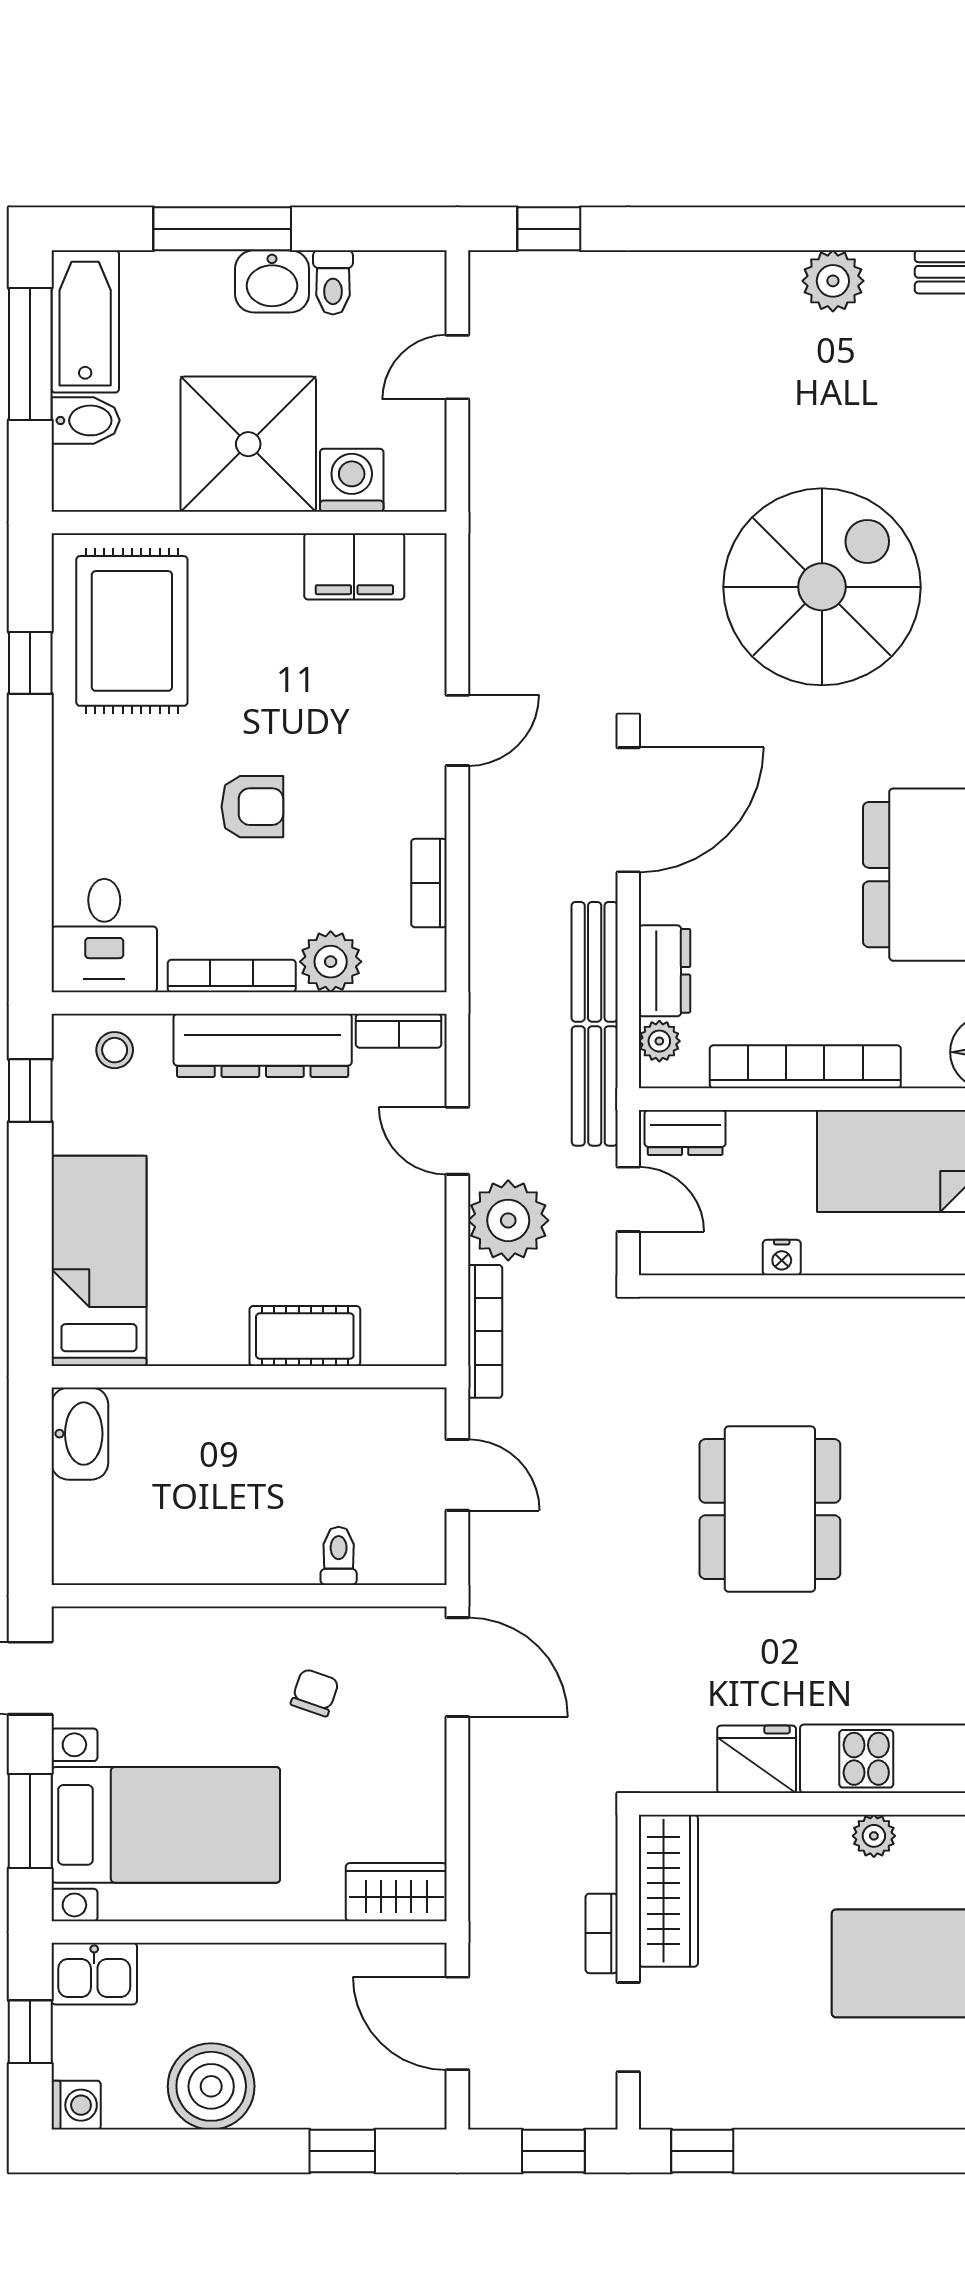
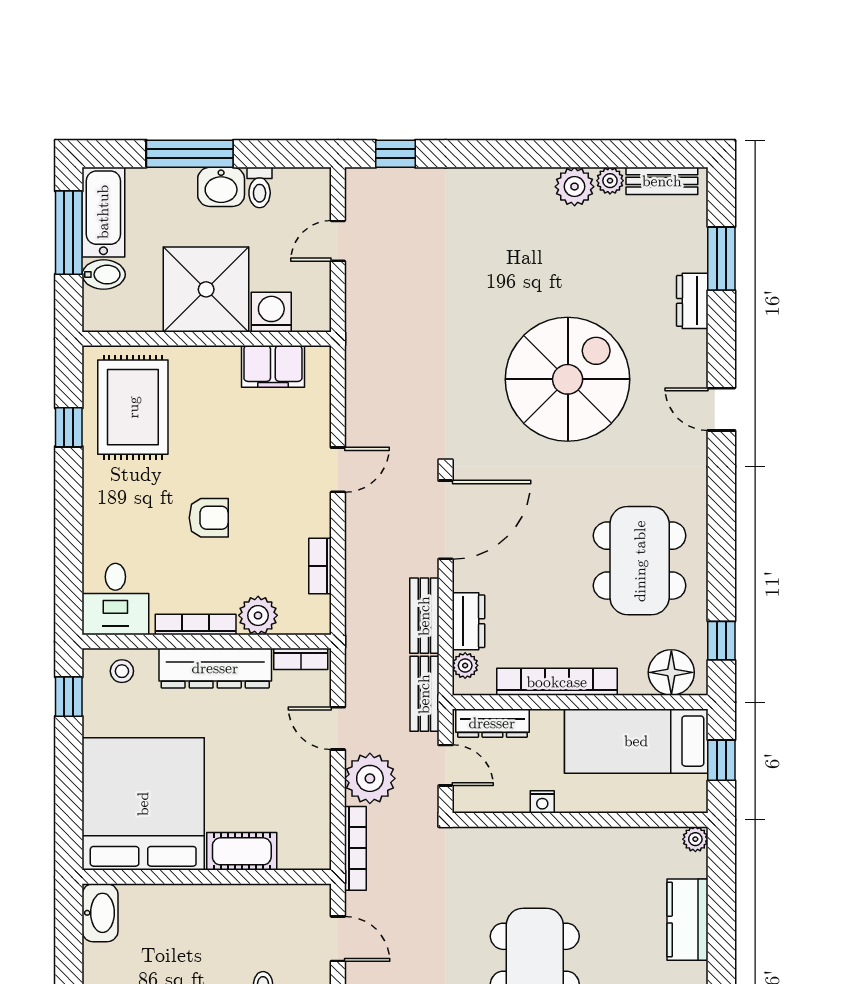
plant: (889, 271) -> (610, 181), added
dresser: (685, 1133) -> (492, 723), width x1.44
bed: (99, 1261) -> (143, 804), width x2.04

